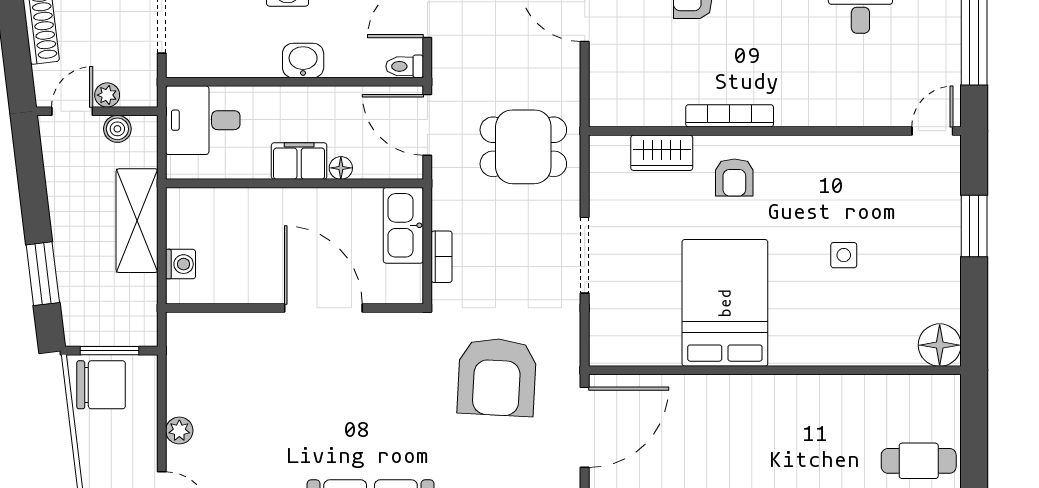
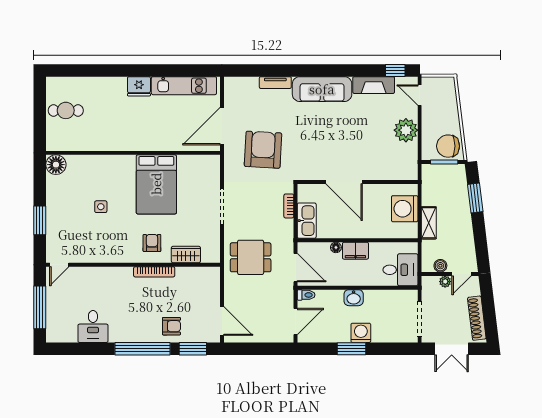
shelving: (137, 221) -> (429, 223), width x0.67, depth x0.75
washing machine: (181, 264) -> (405, 209), width x1.89, depth x1.89
plant: (179, 431) -> (406, 130), width x1.87, depth x1.87

